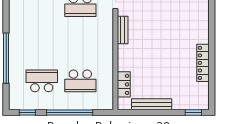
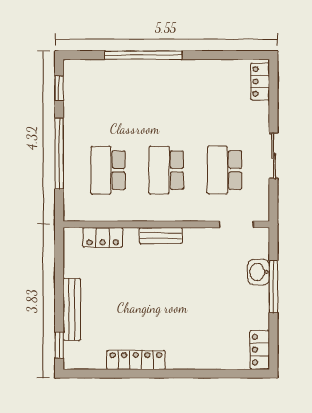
bench: (123, 30) -> (161, 236), moved
school desk: (42, 81) -> (166, 170), moved, turned 180
bench: (152, 104) -> (72, 309), moved

